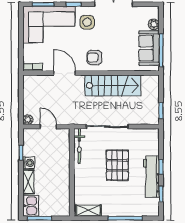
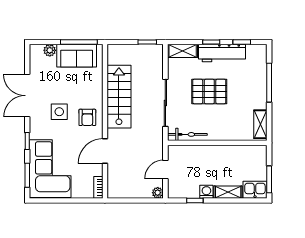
side table: (87, 22) -> (59, 112), moved
shelving: (153, 142) -> (183, 51), added

